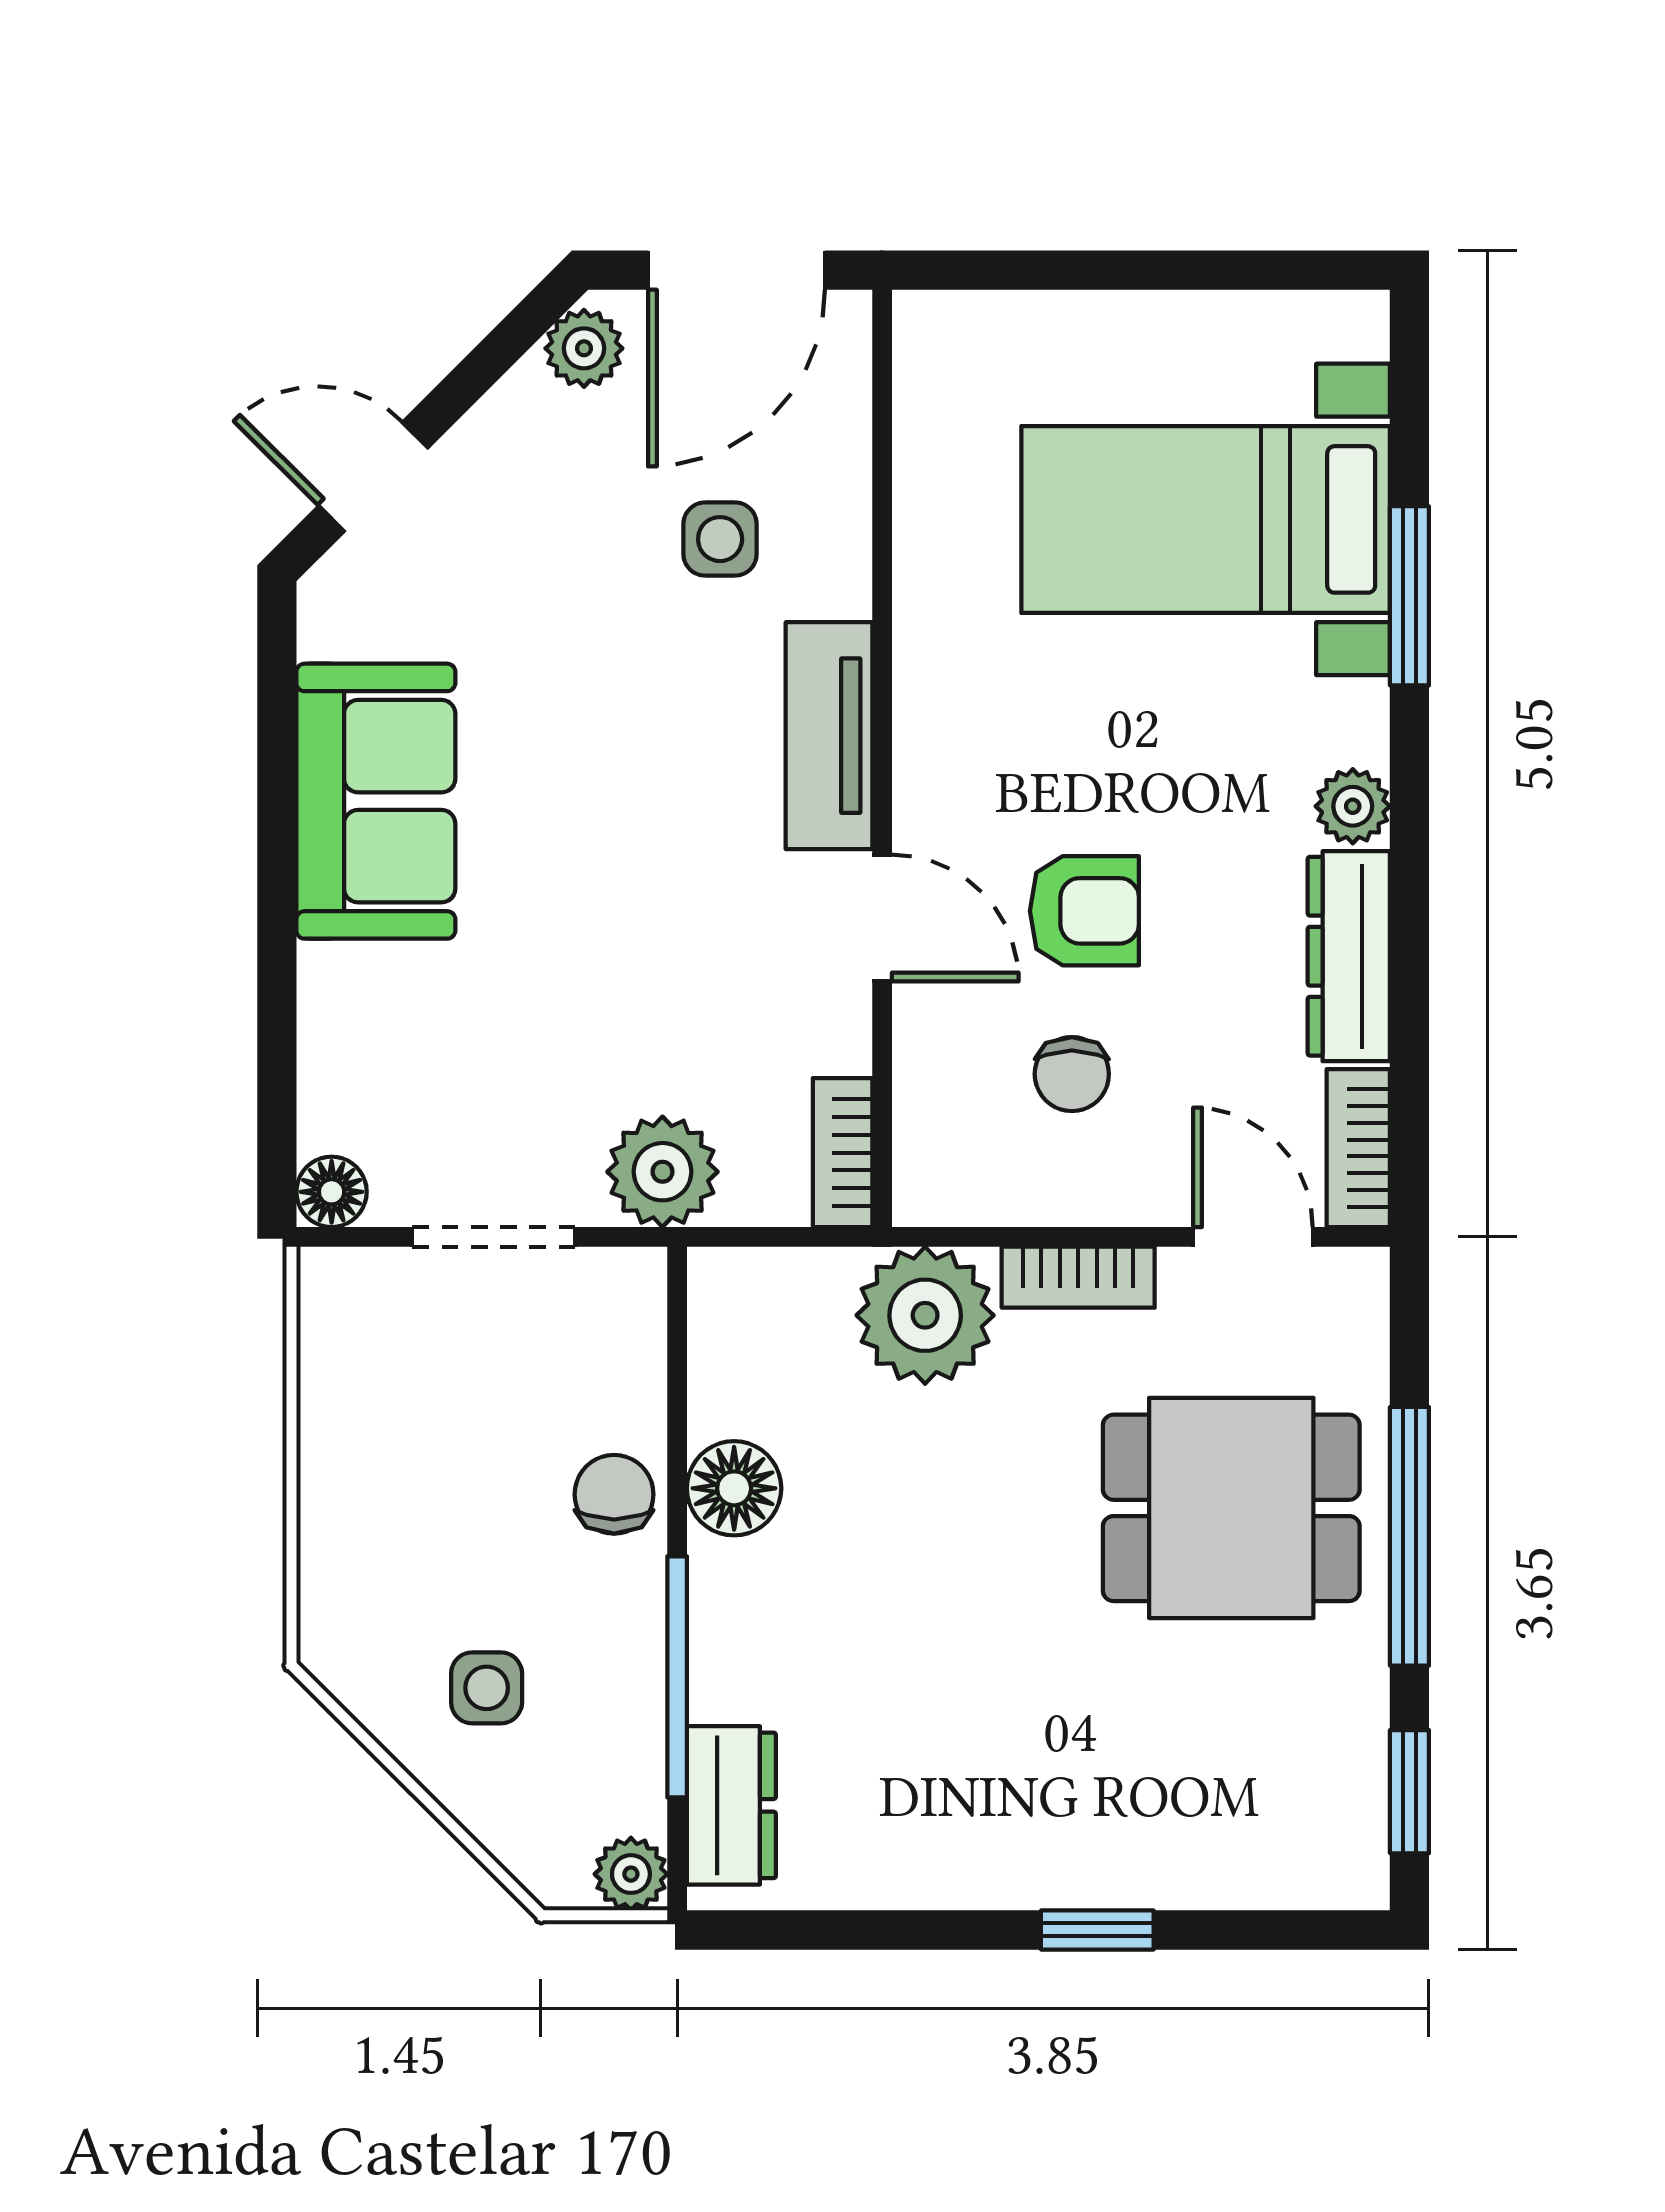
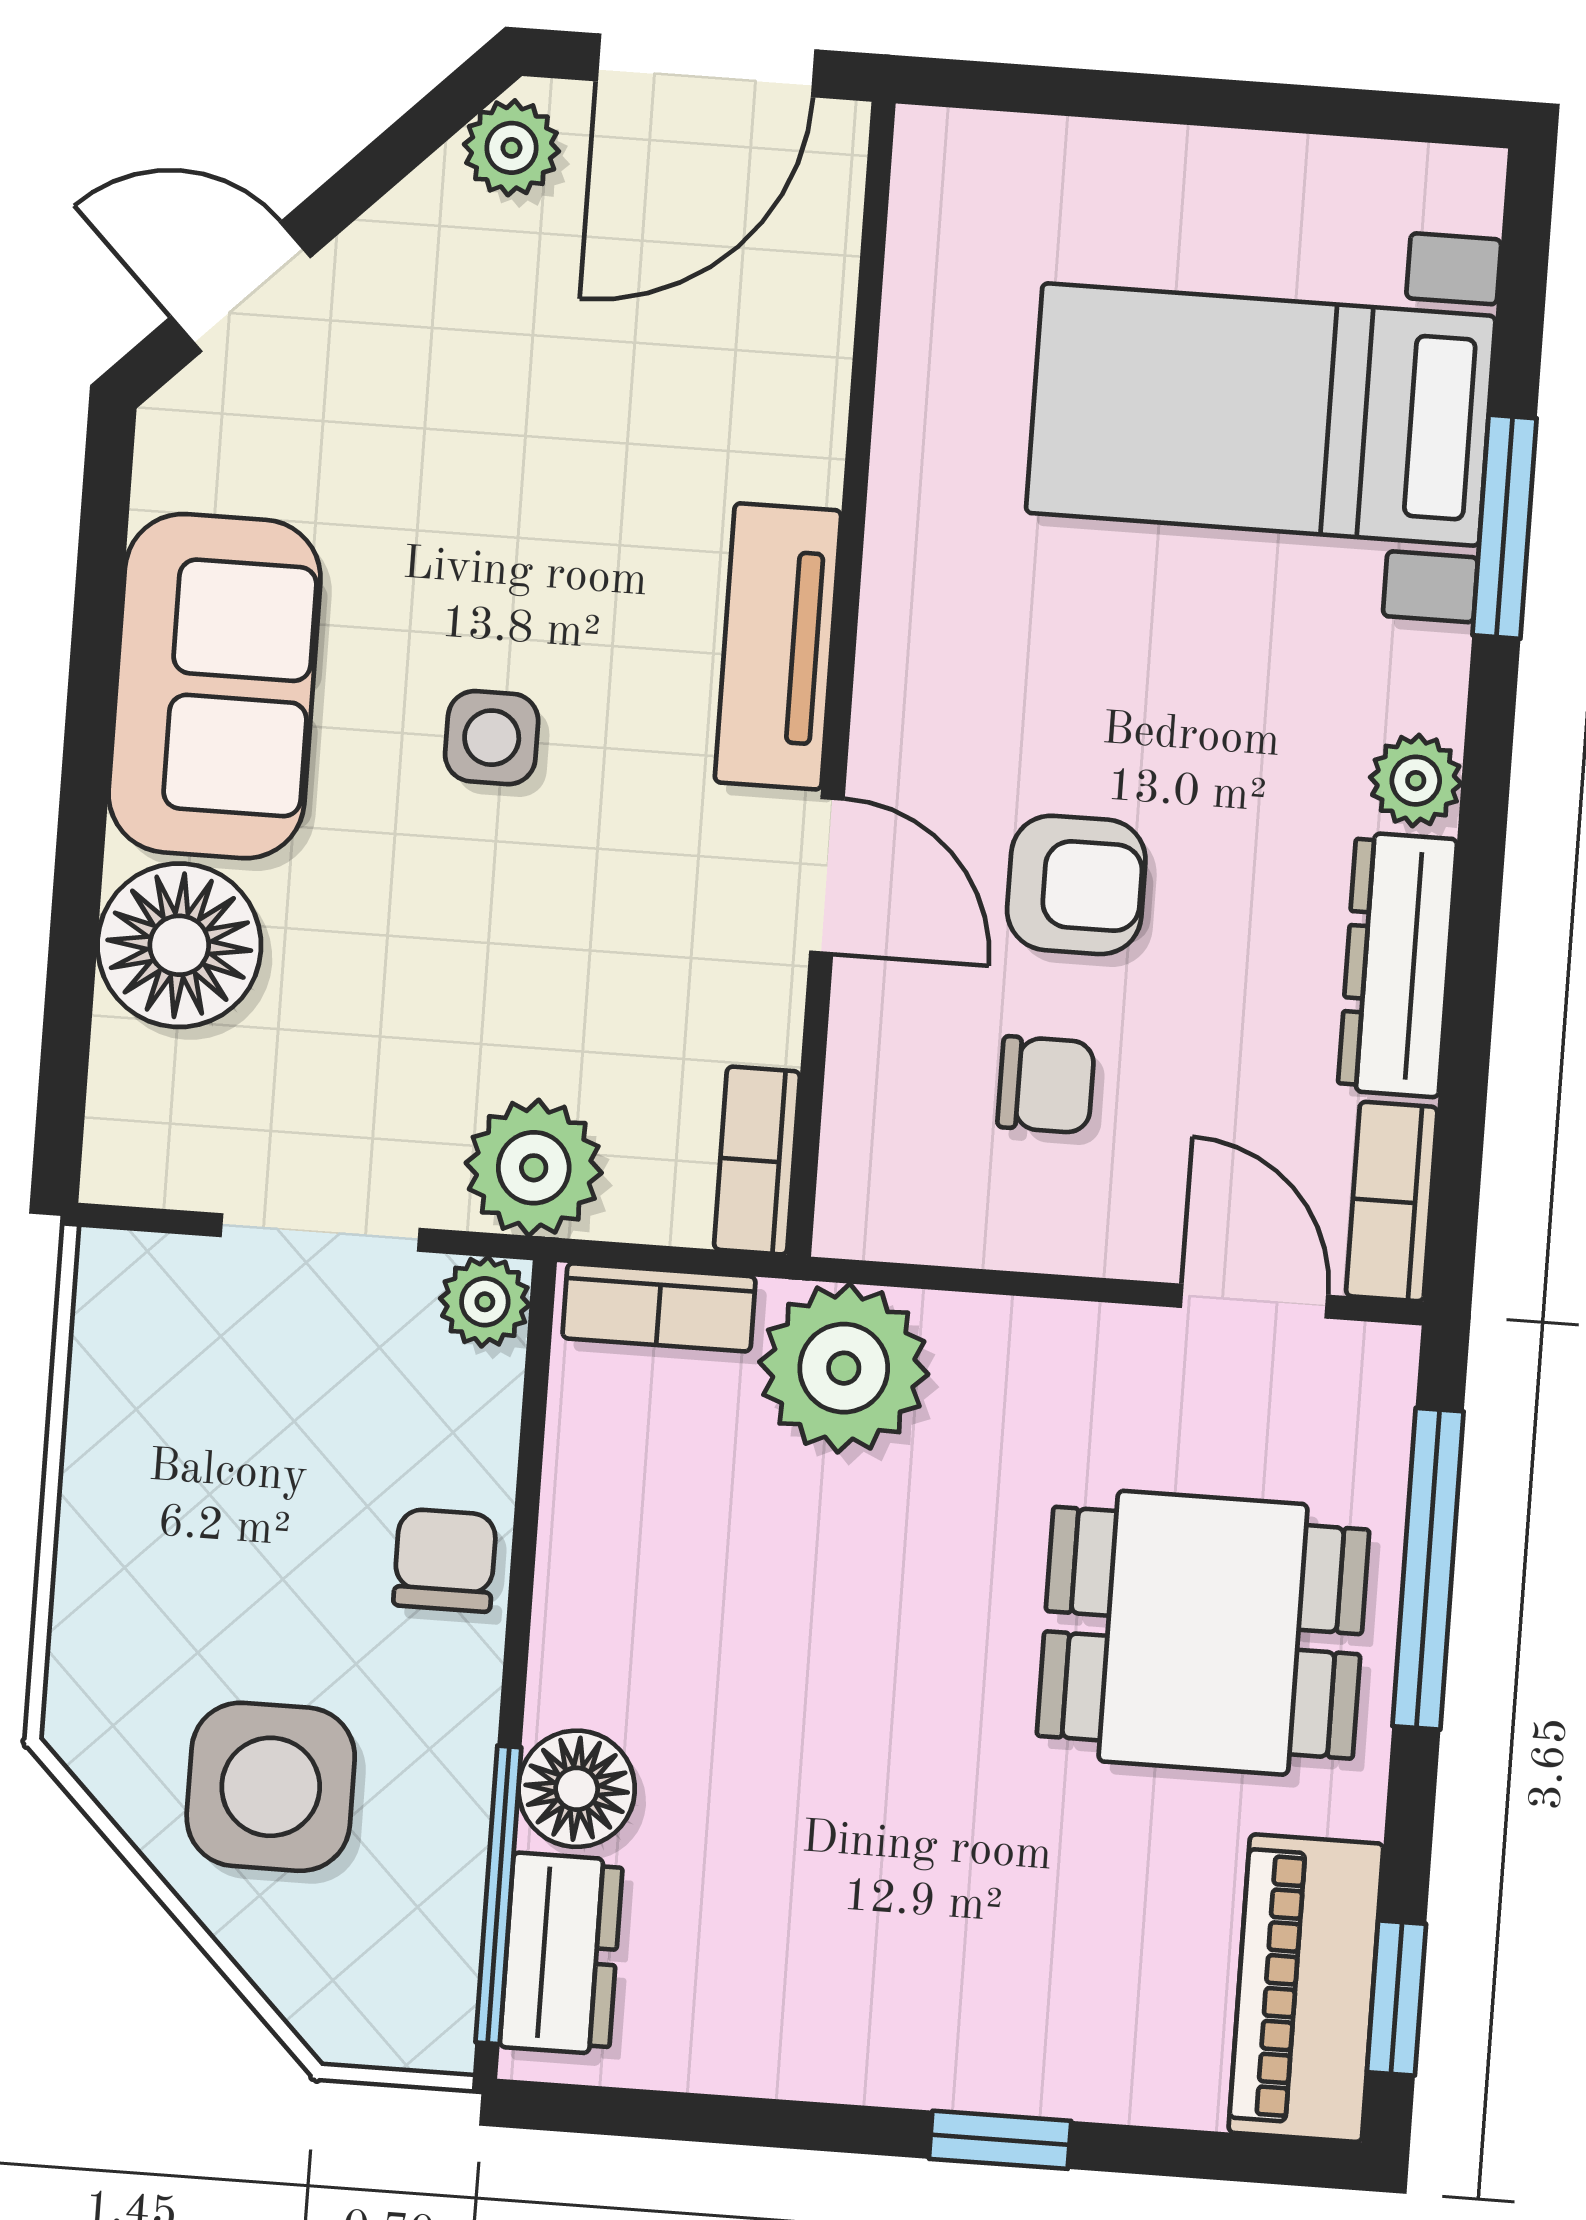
side table: (720, 539) -> (492, 738), moved
chair: (1072, 1074) -> (1046, 1085), turned -90
floor lamp: (332, 1192) -> (179, 945), moved, width x1.89, depth x1.89
bookcase: (1078, 1277) -> (659, 1307), moved
floor lamp: (734, 1488) -> (577, 1789), moved
window: (1409, 1536) -> (1428, 1569), moved
window: (677, 1677) -> (498, 1895), moved
side table: (487, 1688) -> (271, 1787), width x1.87, depth x1.87
piano: (1336, 1789) -> (1306, 1988), added
plant: (631, 1874) -> (485, 1302), moved

